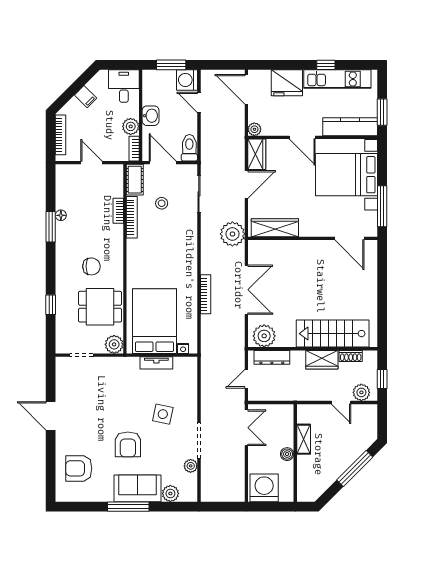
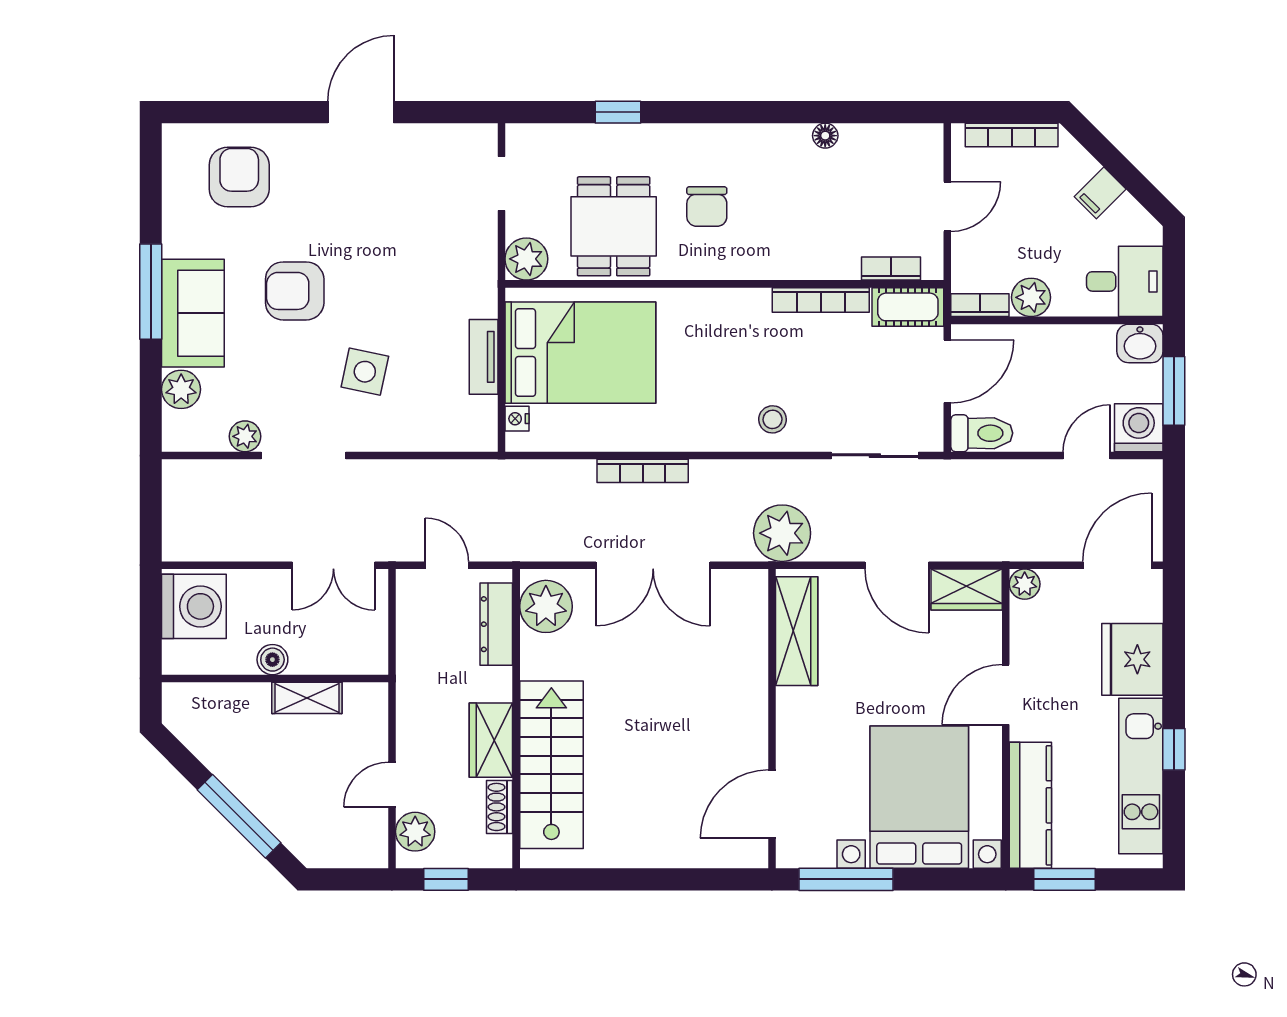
washbasin: (151, 116) -> (1140, 343), moved
stool: (162, 203) -> (773, 419), moved
bookcase: (118, 211) -> (891, 268), moved
window: (51, 227) -> (799, 112), removed

